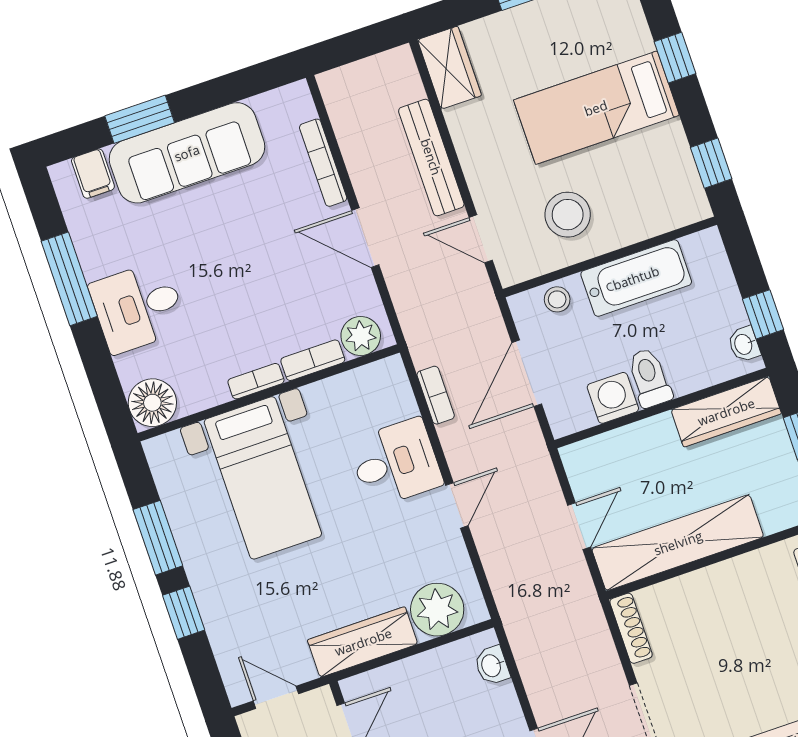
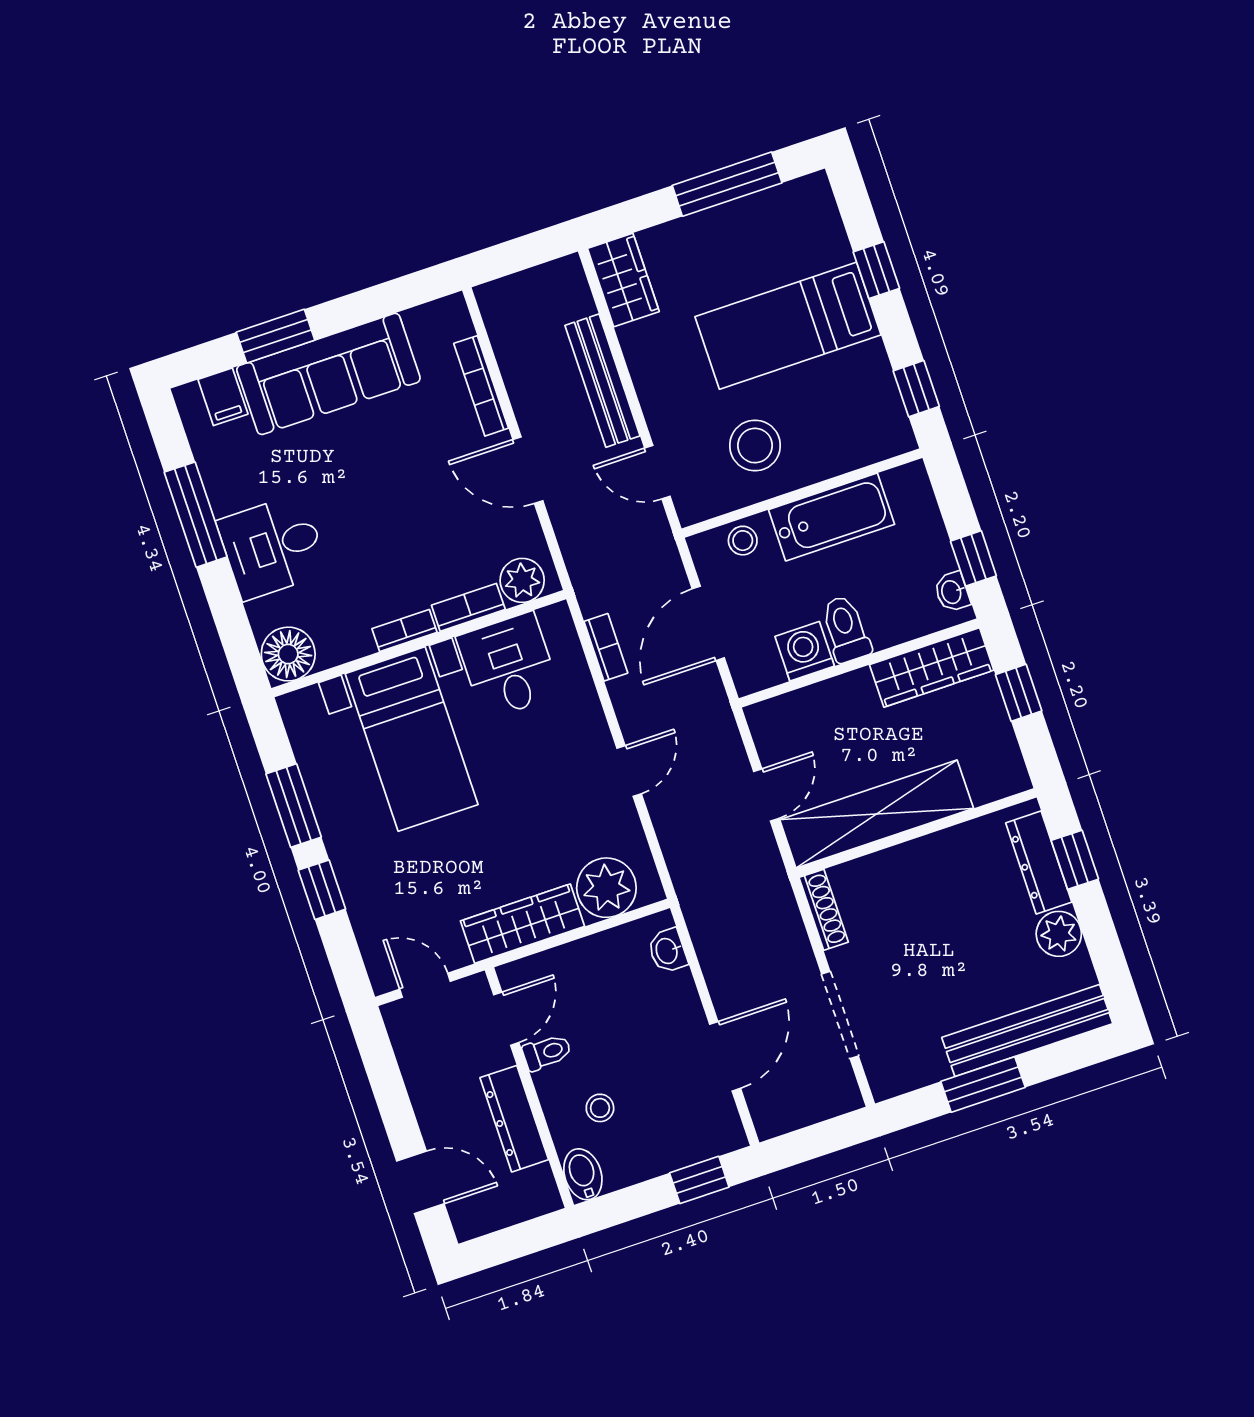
desk: (396, 463) -> (508, 666), moved, turned -90

